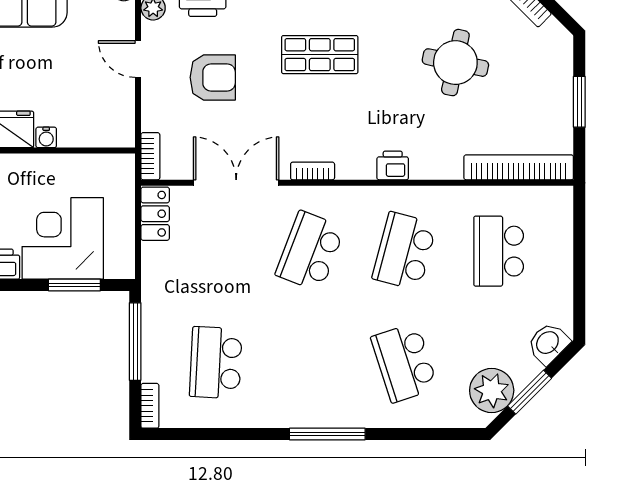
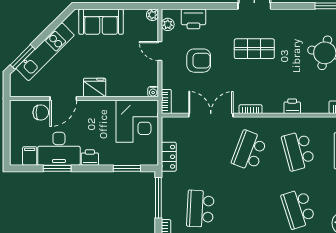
water cooler: (46, 137) -> (153, 92), moved
locker: (155, 214) -> (169, 157), moved
corner desk: (63, 238) -> (137, 121), moved, turned 180
school desk: (404, 251) -> (298, 151), turned -30

